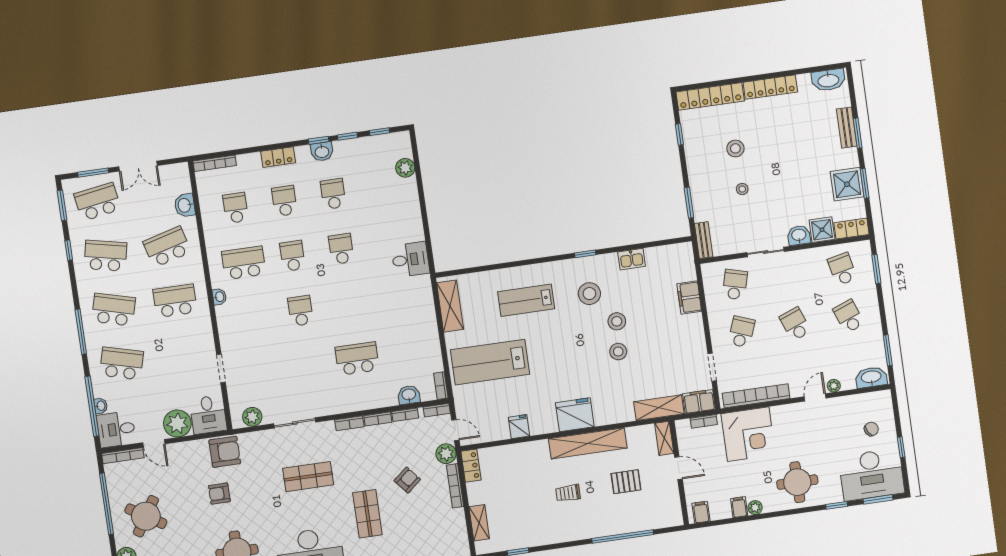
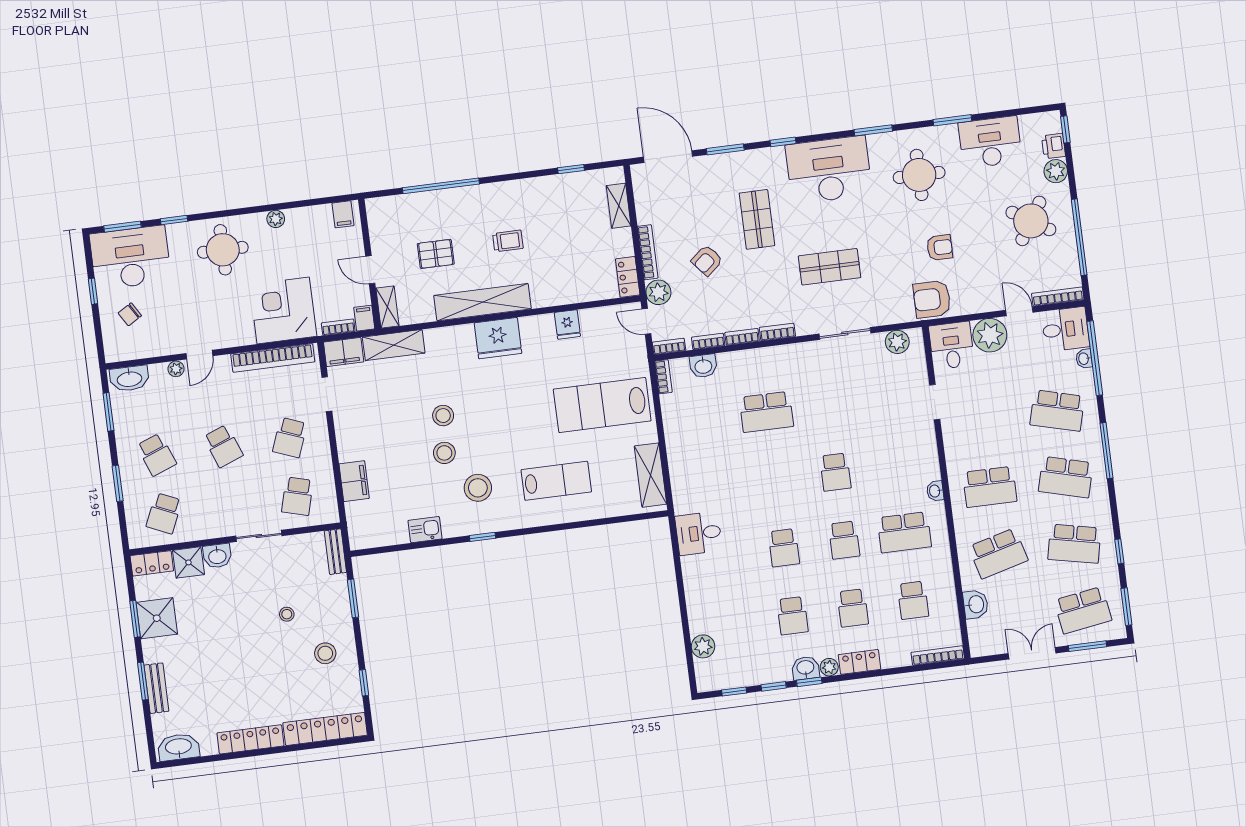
stool: (735, 148) -> (325, 653), moved
plant: (303, 152) -> (829, 667), added
school desk: (842, 269) -> (164, 513), turned 36
window: (876, 269) -> (118, 483), moved
lab bench: (490, 362) -> (602, 405), turned 180
filing cabinet: (739, 507) -> (364, 318), moved, turned 180

